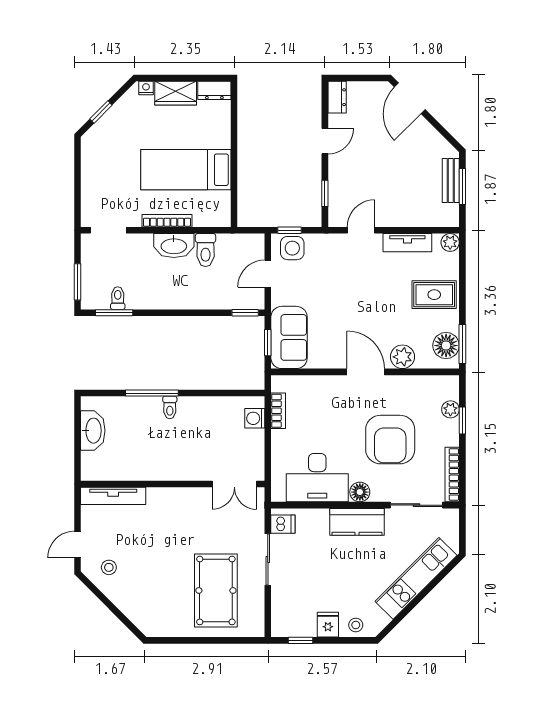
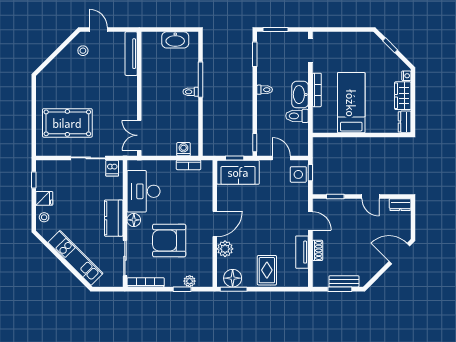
shoe rack: (405, 220) -> (318, 250), added
plant: (450, 242) -> (302, 281), removed
toilet: (118, 298) -> (265, 90), moved

